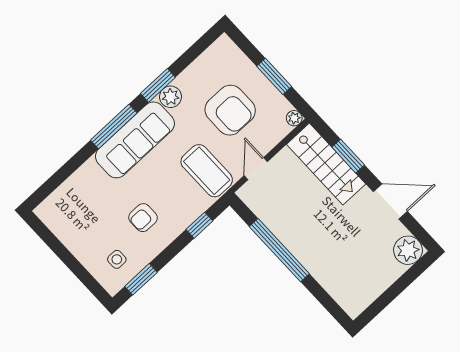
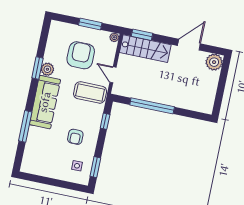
armchair: (230, 110) -> (81, 55), turned -90
window: (114, 126) -> (25, 126), moved
window: (348, 156) -> (142, 35), moved

